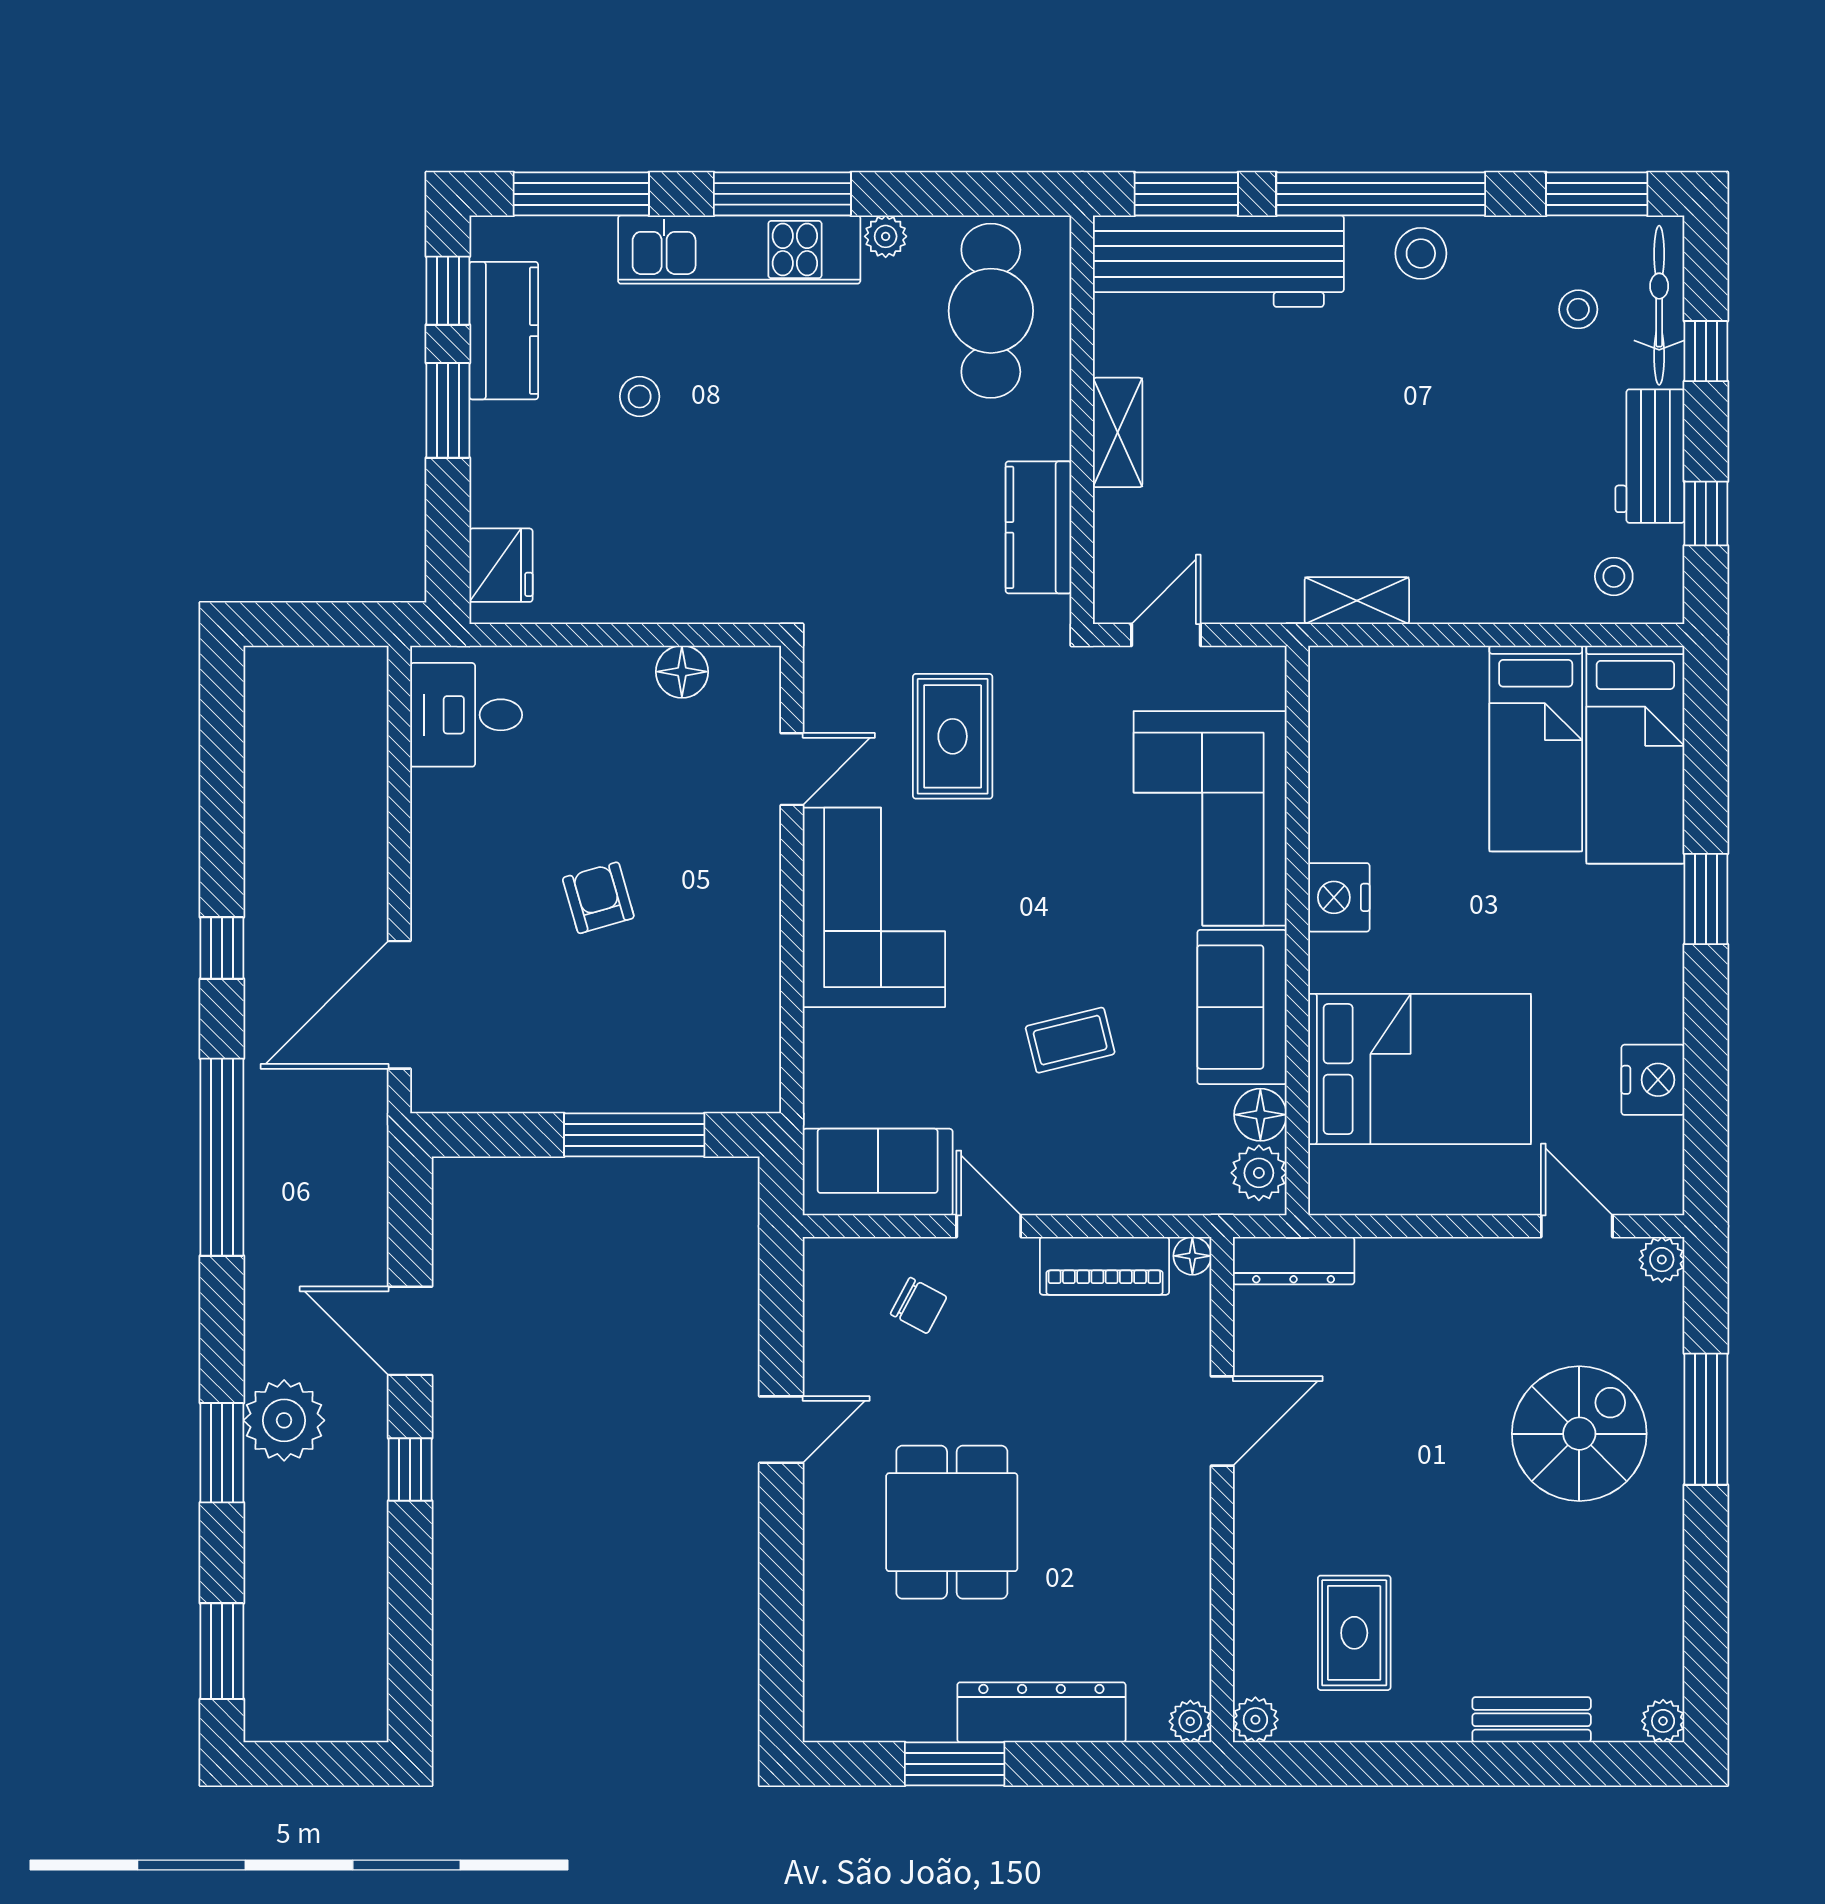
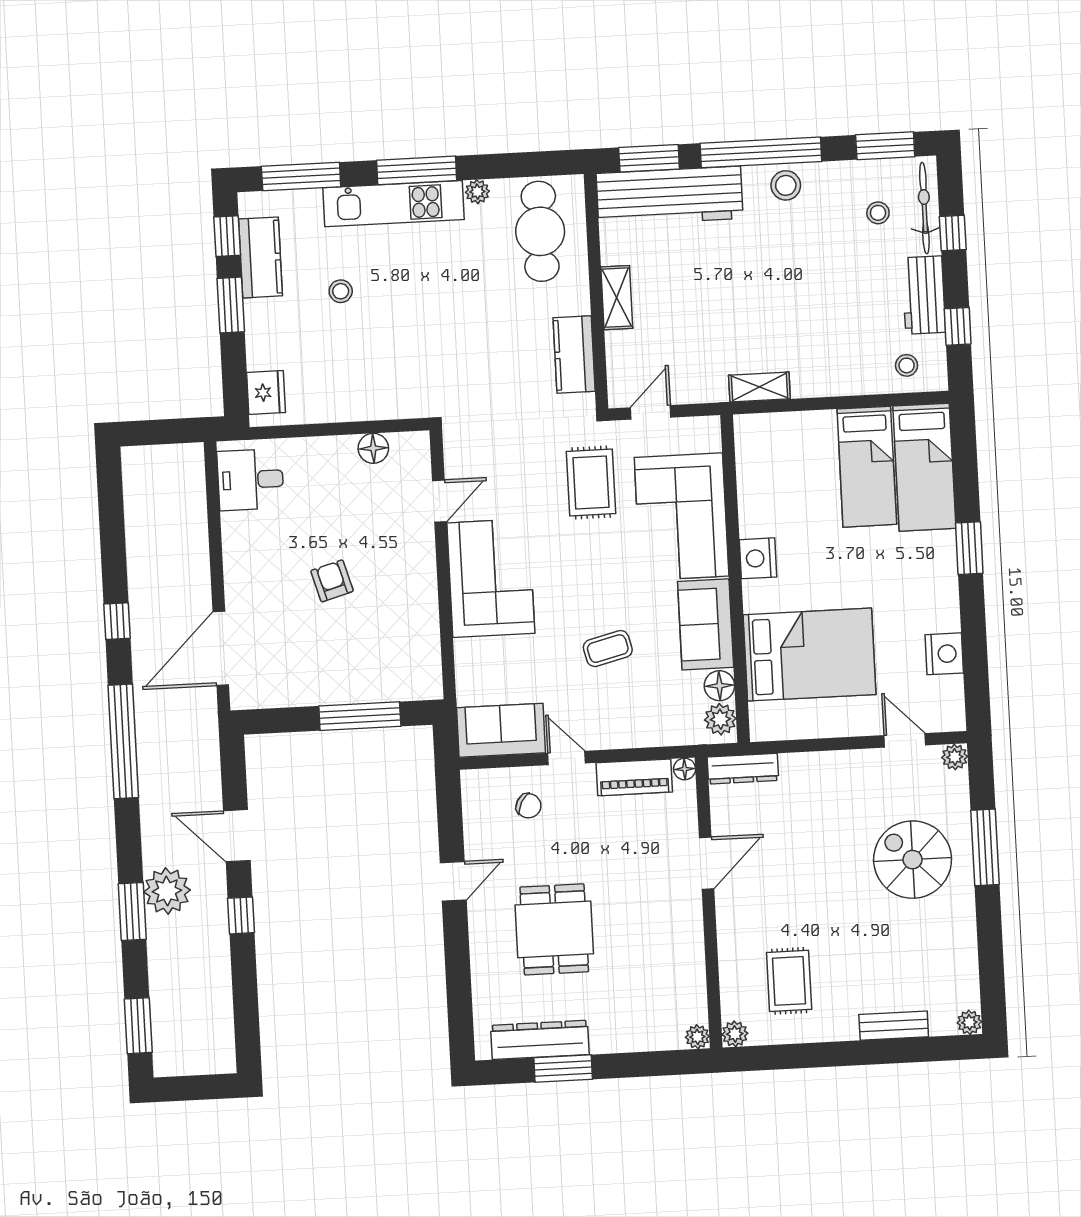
rug: (953, 736) -> (591, 482), moved
spiral stairs: (1579, 1434) -> (913, 860), turned -90
dresser: (1041, 1712) -> (540, 1040), moved

